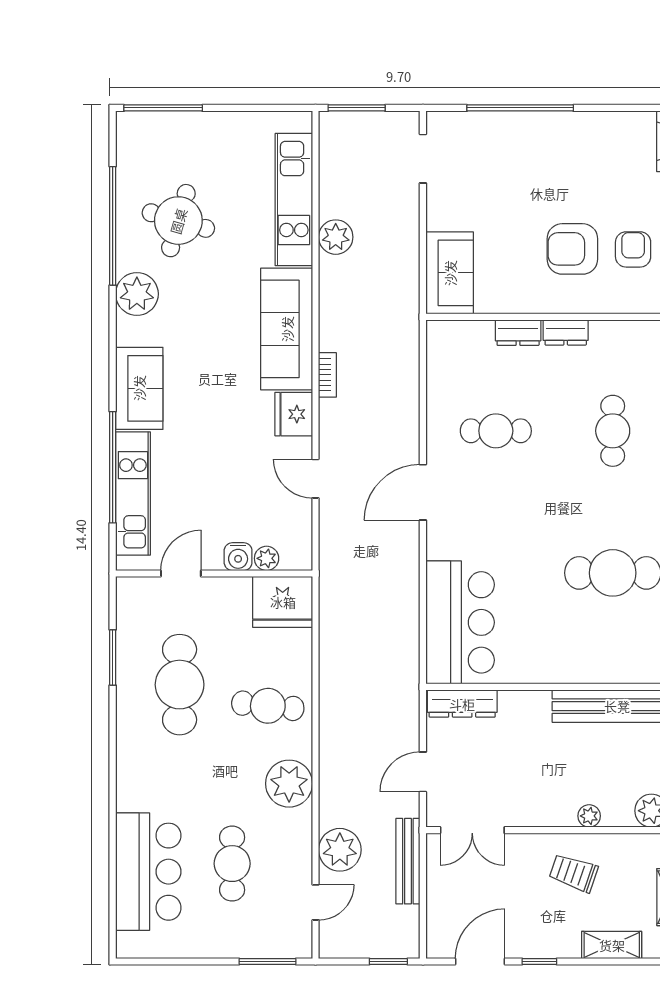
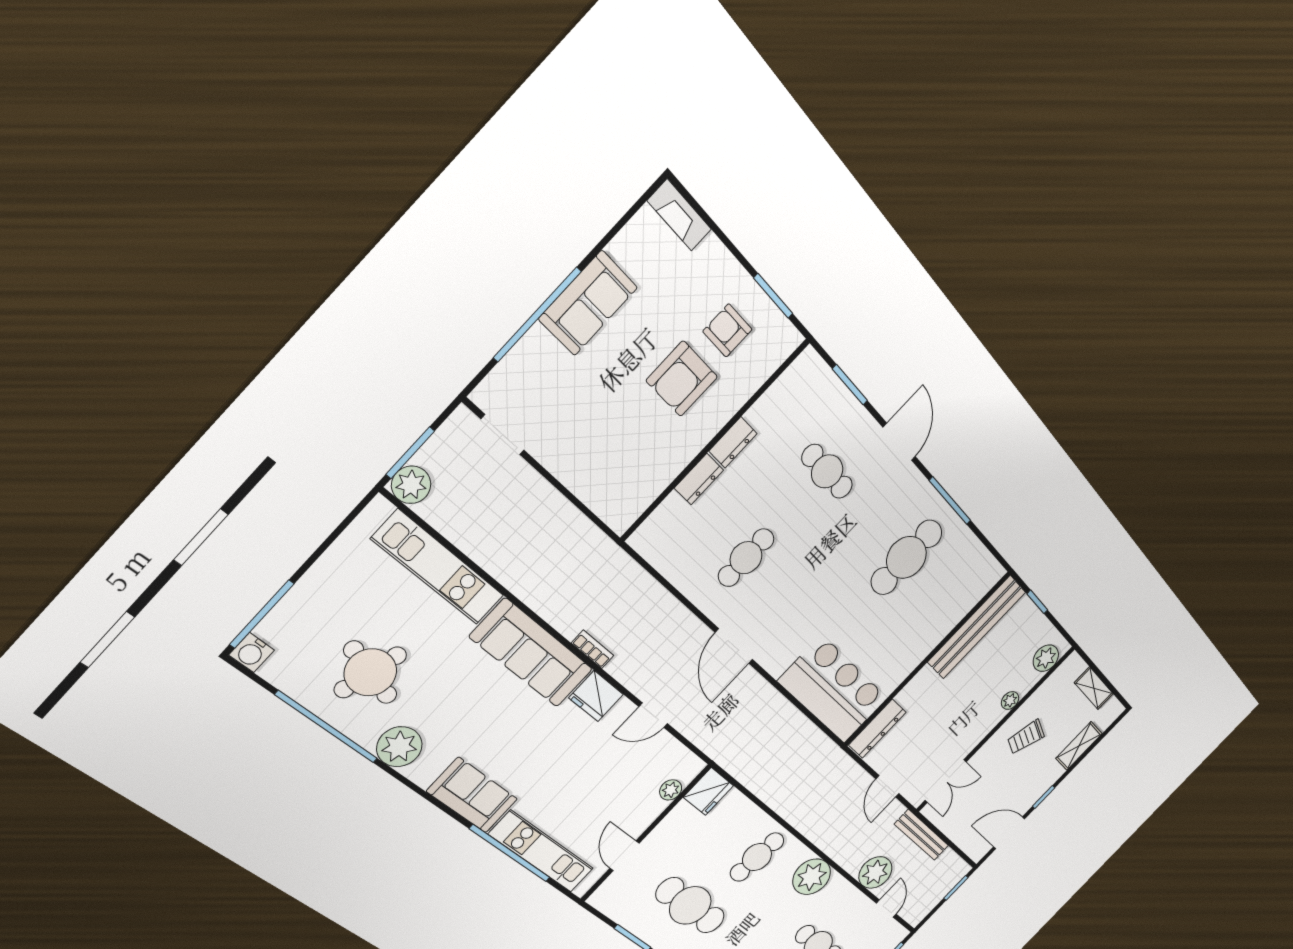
plant: (336, 237) -> (411, 485), moved
sofa: (450, 273) -> (588, 303), moved, turned 90
water cooler: (238, 557) -> (252, 653), moved, turned 90
fridge: (283, 602) -> (708, 791), width x0.73, depth x0.75
door: (480, 962) -> (1009, 833), hinge flipped

